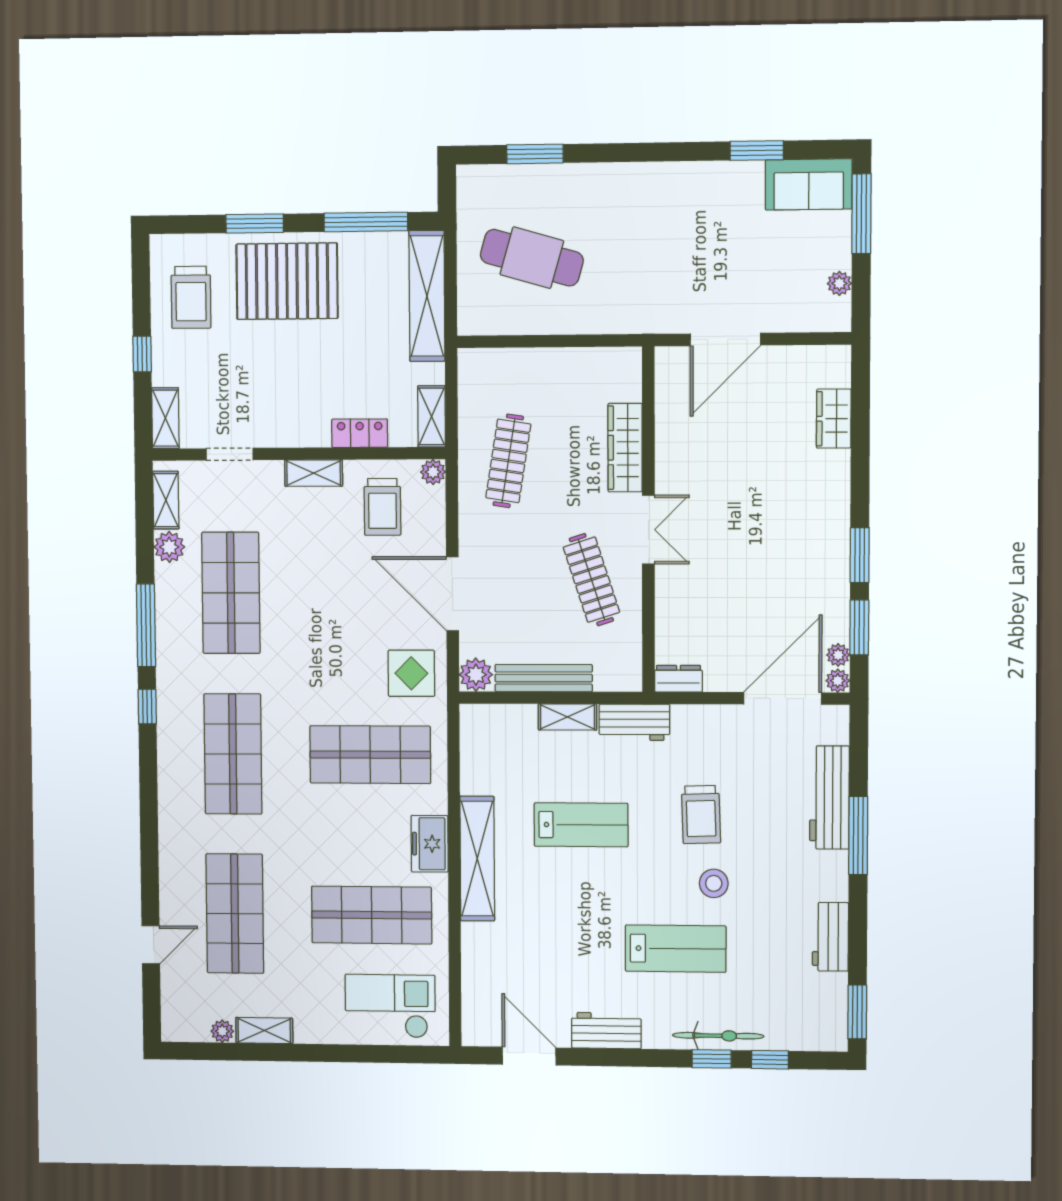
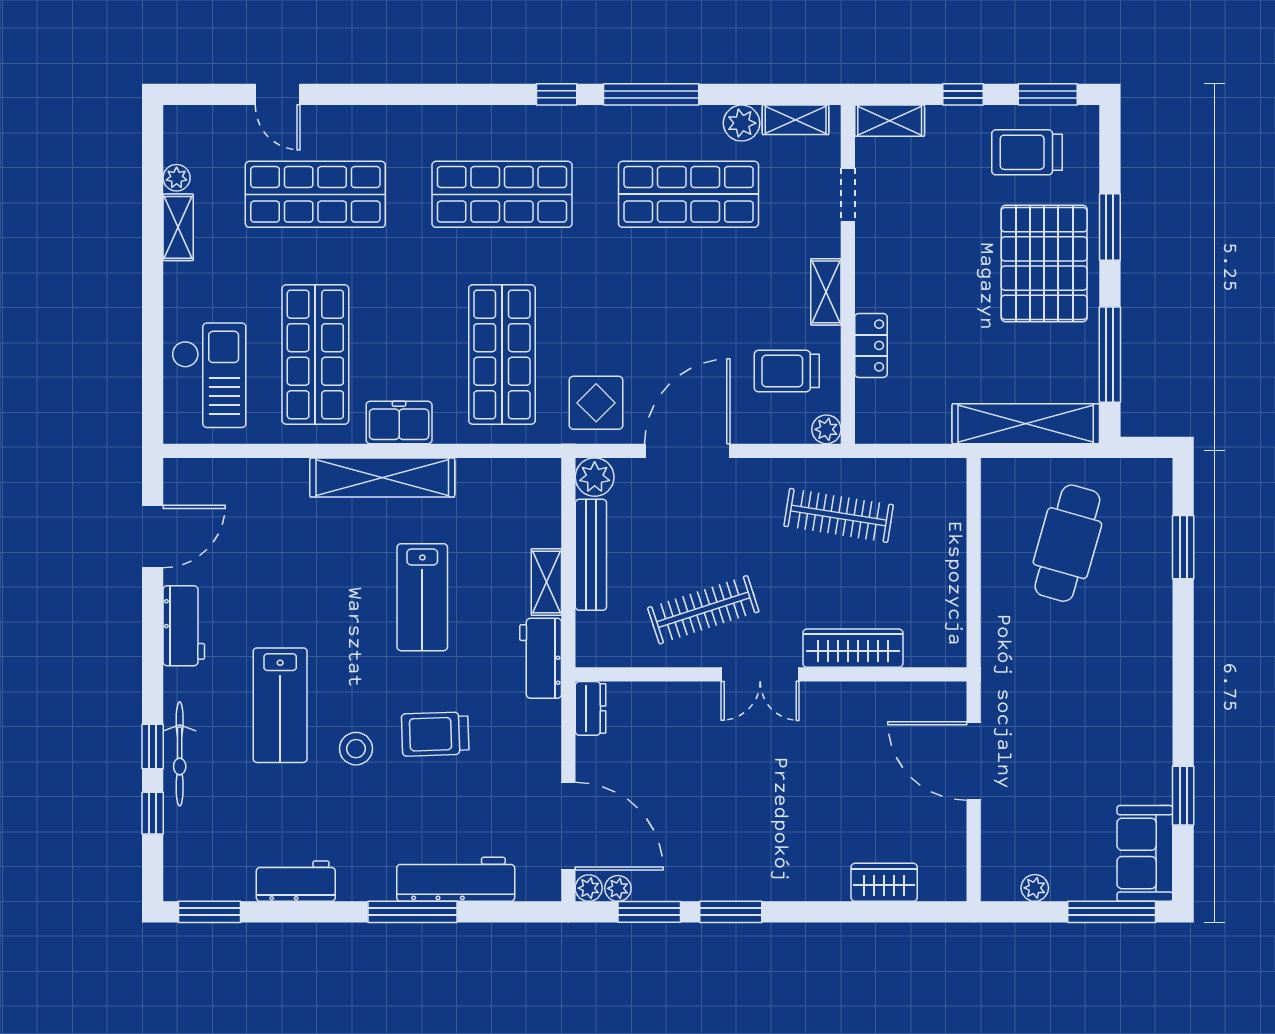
window: (141, 280) -> (1048, 94), added
shelving: (432, 416) -> (890, 428), removed

